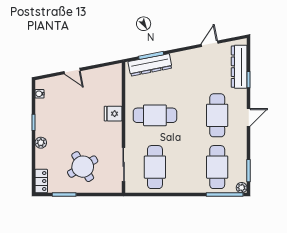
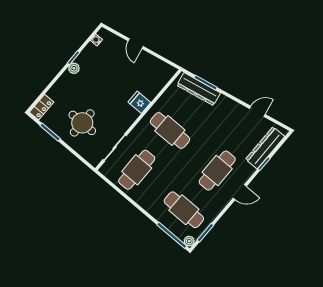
plant: (41, 143) -> (74, 68), moved
round table: (83, 167) -> (82, 123), turned 31
cafe table: (217, 167) -> (184, 210), turned 90

